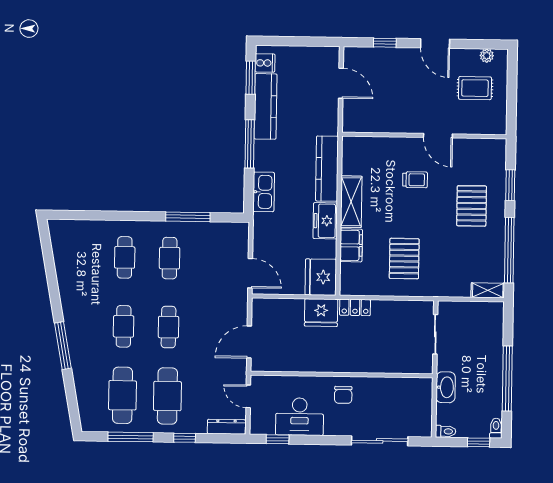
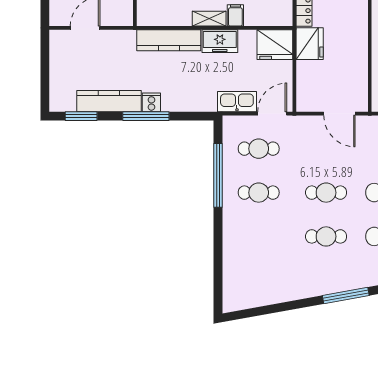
cooker: (265, 63) -> (151, 102), moved
kitchen sink: (264, 192) -> (237, 102), moved
shelving: (351, 202) -> (209, 19), width x0.67, depth x0.75
window: (188, 217) -> (218, 175), width x1.46
filing cabinet: (351, 245) -> (235, 15), width x0.50
cafe table: (125, 257) -> (259, 149), moved

